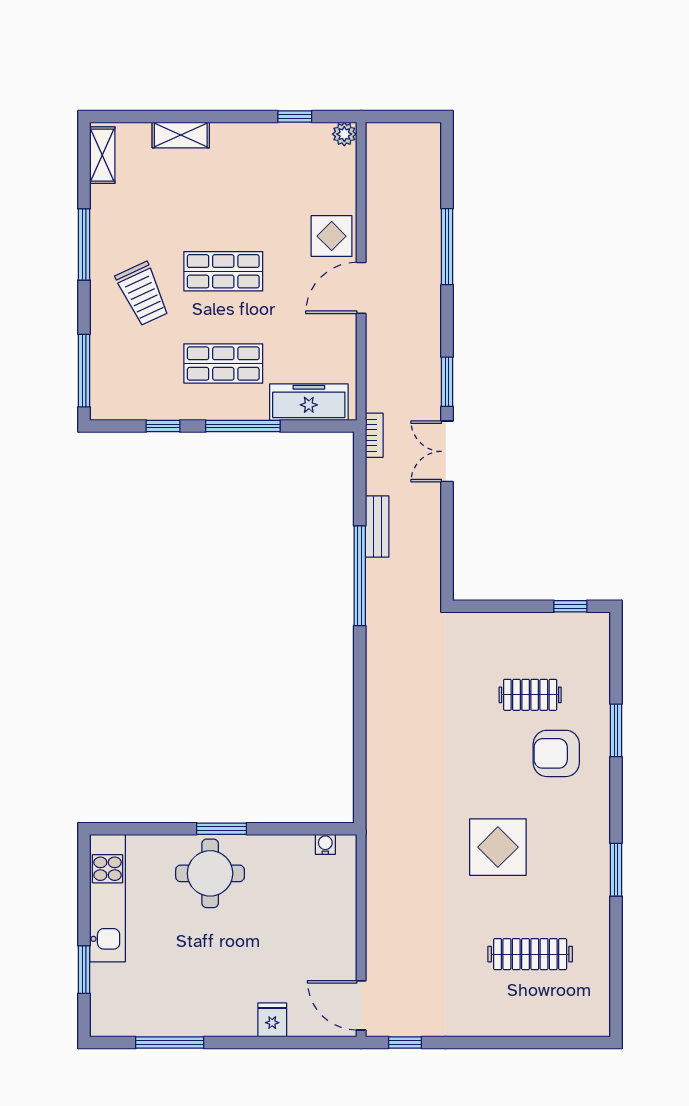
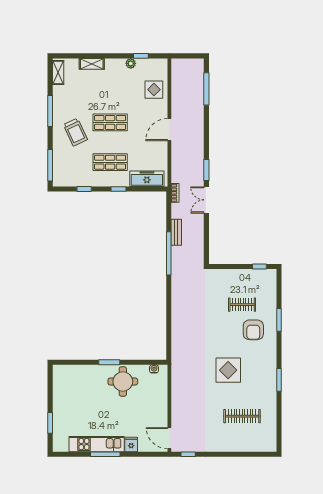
plant: (344, 134) -> (131, 63), moved
display table: (332, 236) -> (154, 90), moved
window: (447, 247) -> (206, 89), moved
window: (243, 426) -> (119, 189), width x0.46
armchair: (556, 753) -> (253, 330), turned -90
round table: (210, 873) -> (123, 382), moved
kitchen unit: (108, 898) -> (97, 444), moved, turned -90
window: (170, 1043) -> (105, 454), moved

